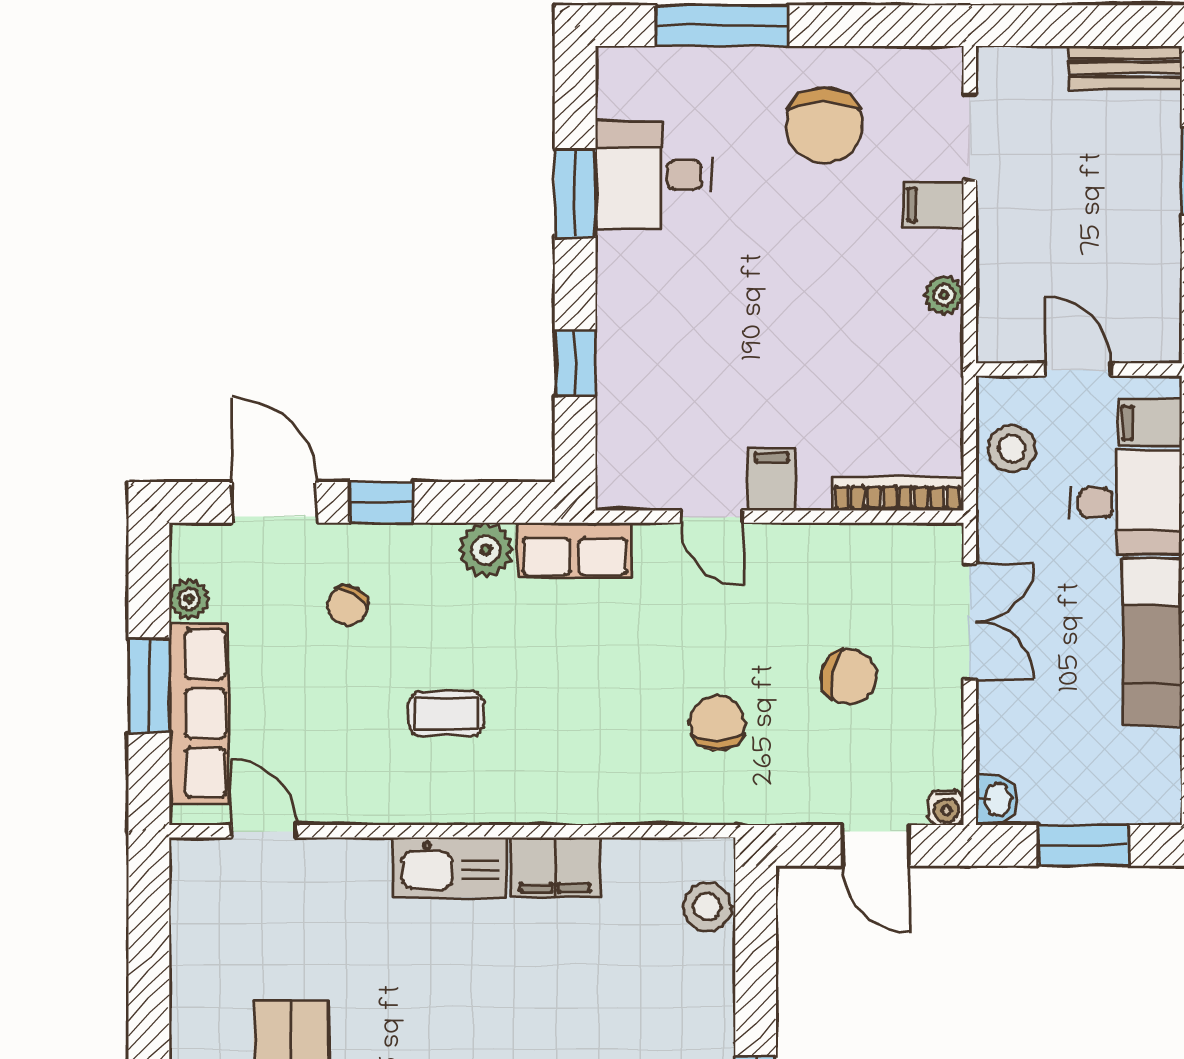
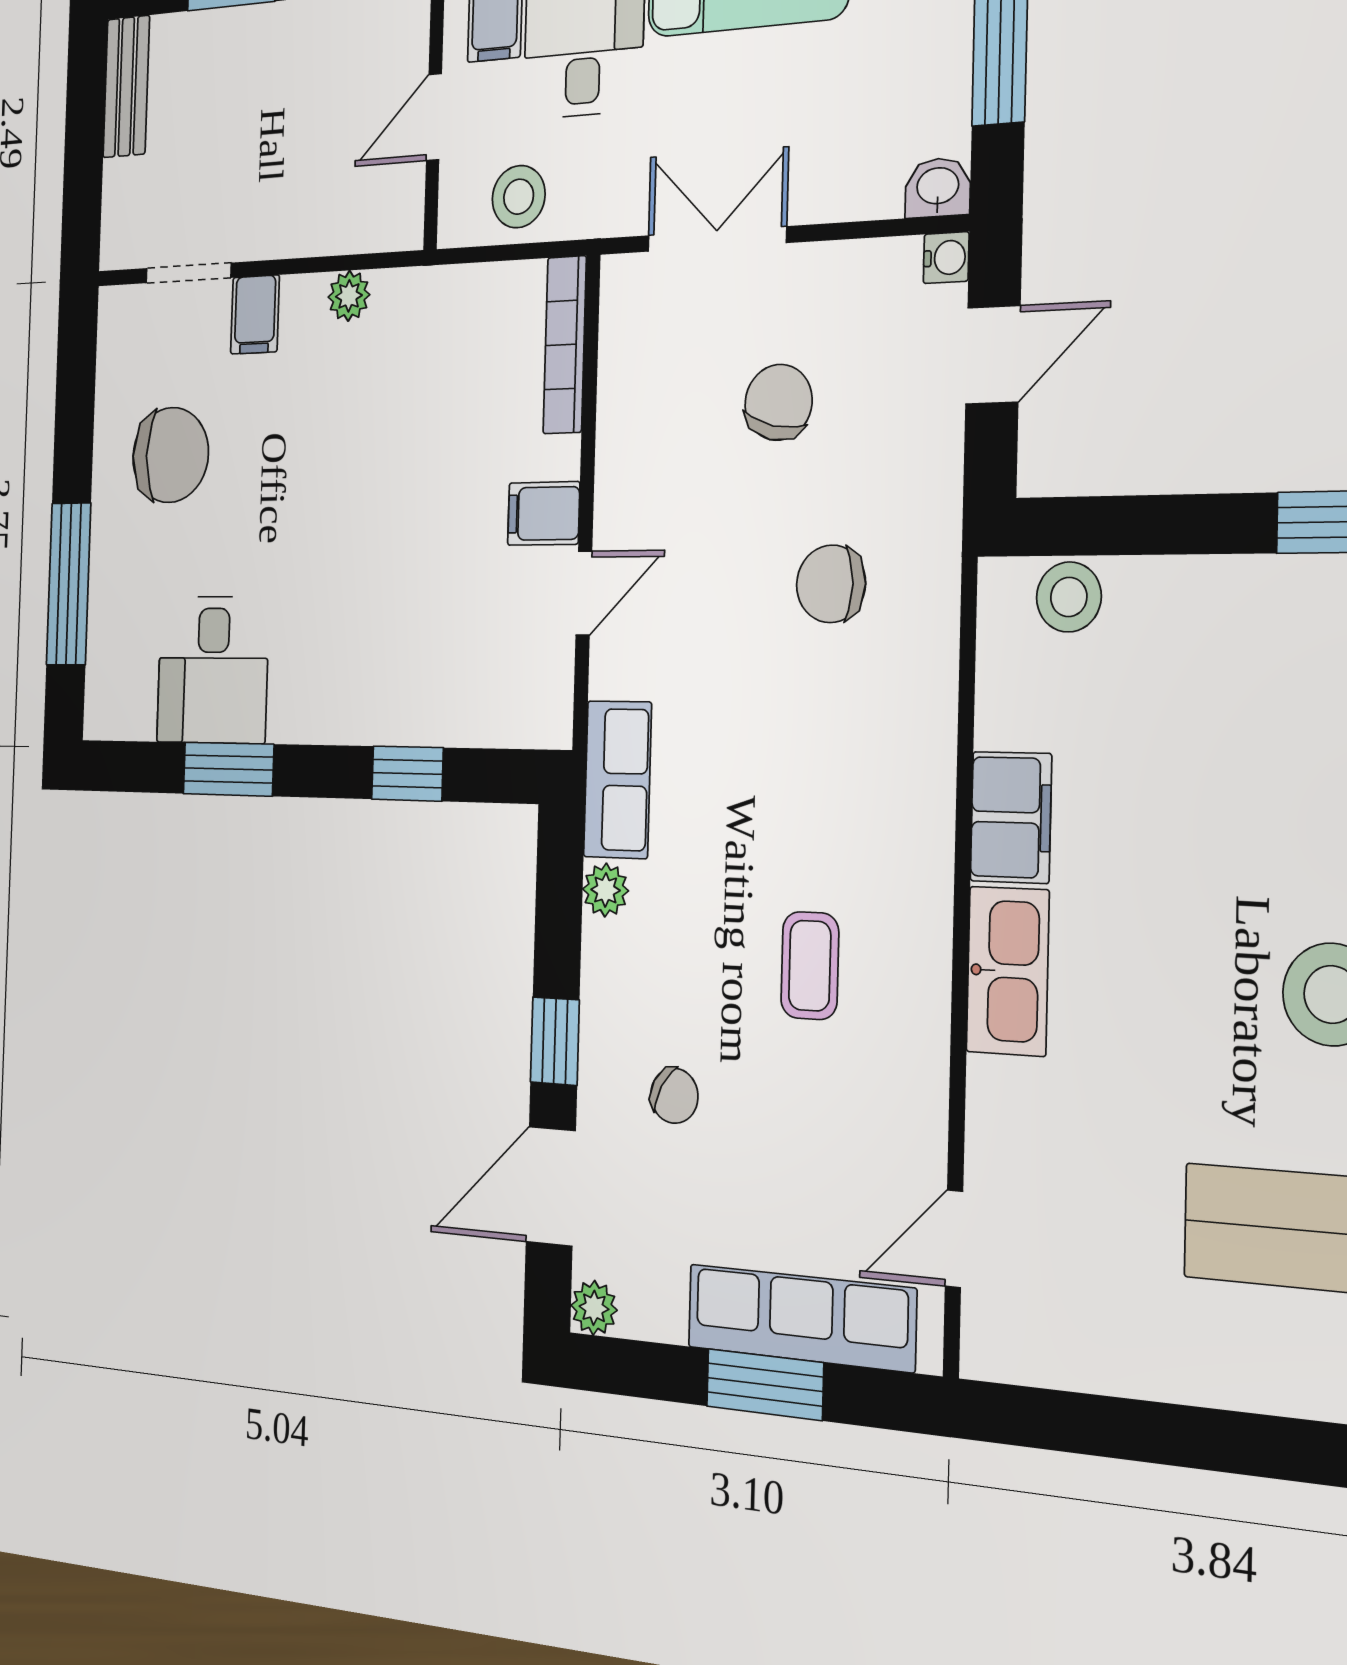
plant: (486, 550) -> (606, 890), width x0.73, depth x0.73
plant: (189, 599) -> (594, 1308), moved

